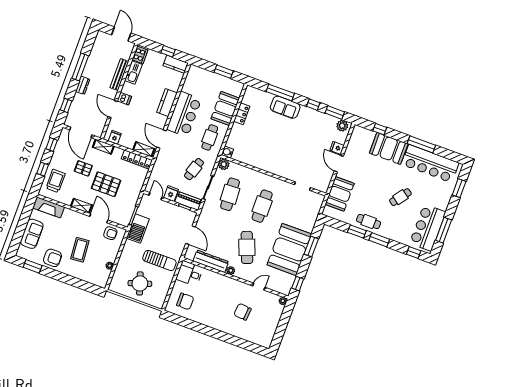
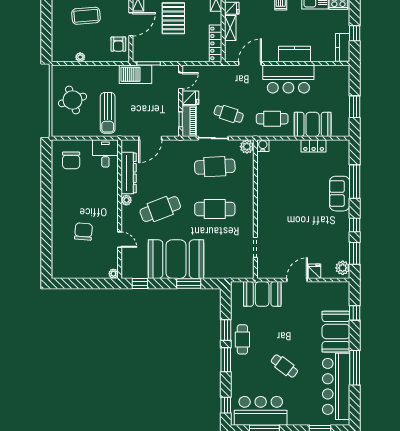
shelving: (144, 149) -> (230, 28), moved

